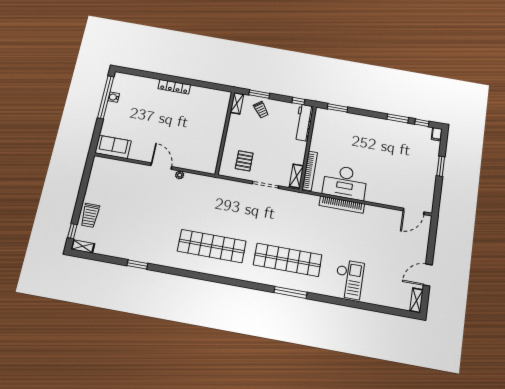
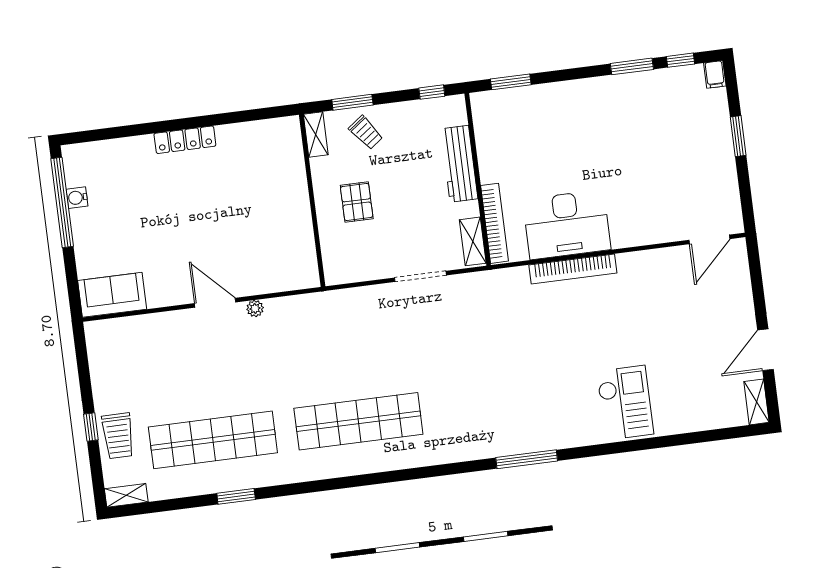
workbench: (304, 123) -> (459, 164), moved
pallet: (244, 161) -> (357, 202), moved
window: (72, 231) -> (91, 427), moved
shop shelf: (288, 260) -> (213, 440), moved

